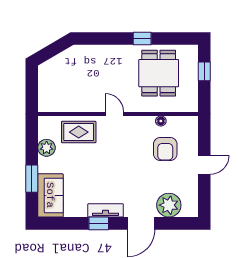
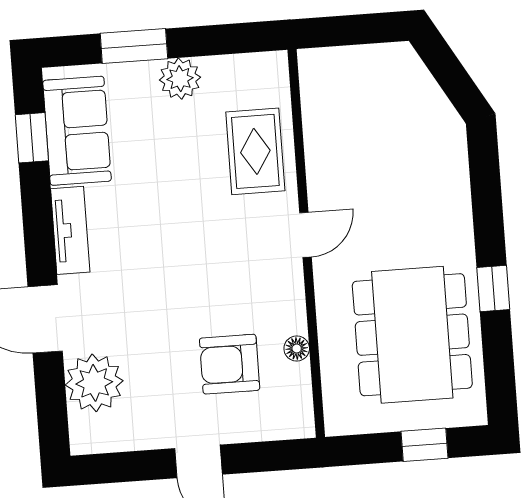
dining table: (159, 73) -> (412, 335), width x1.38
plant: (47, 148) -> (180, 79), moved
sofa: (50, 195) -> (77, 131), moved, turned -90
window: (99, 223) -> (32, 138), moved

